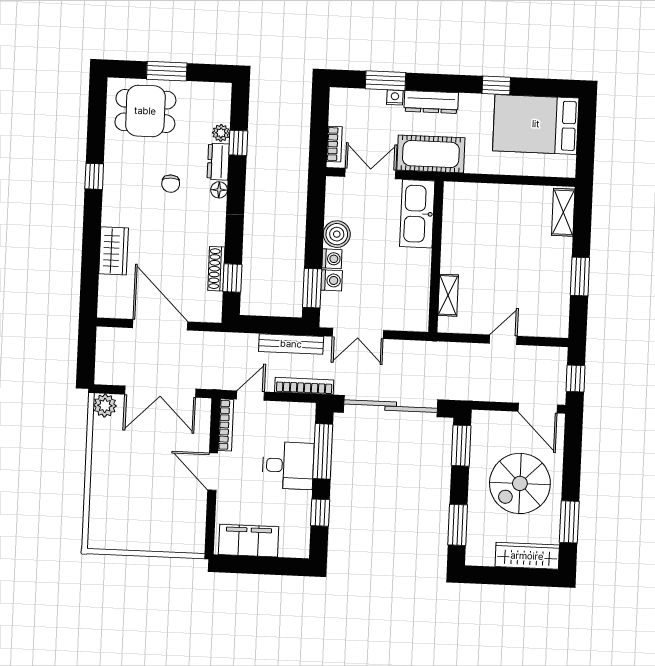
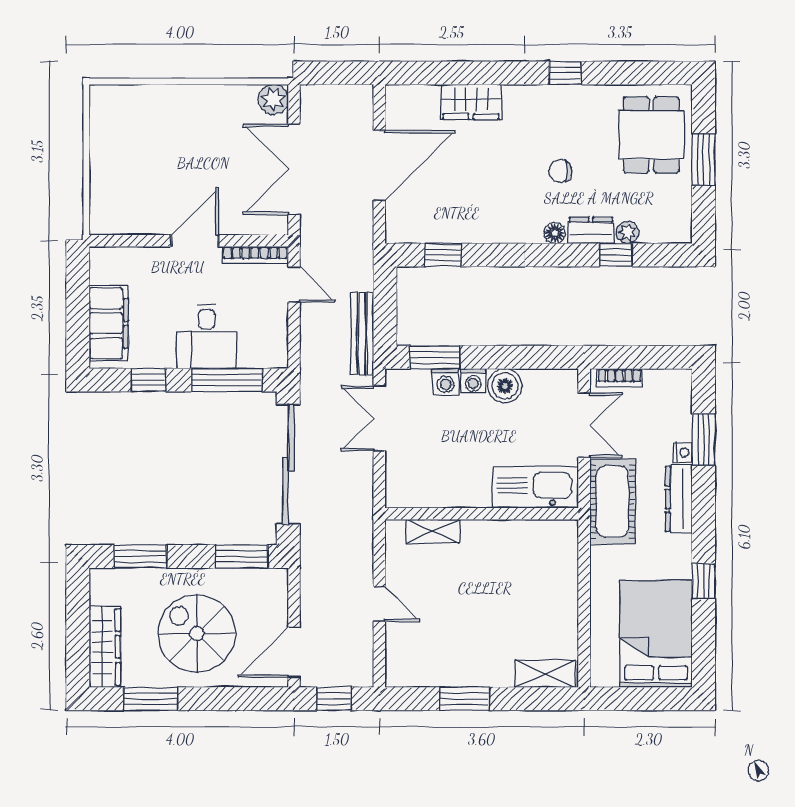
shoe rack: (216, 269) -> (454, 234), removed
bookcase: (304, 386) -> (309, 353), removed
filing cabinet: (249, 541) -> (109, 323), moved

